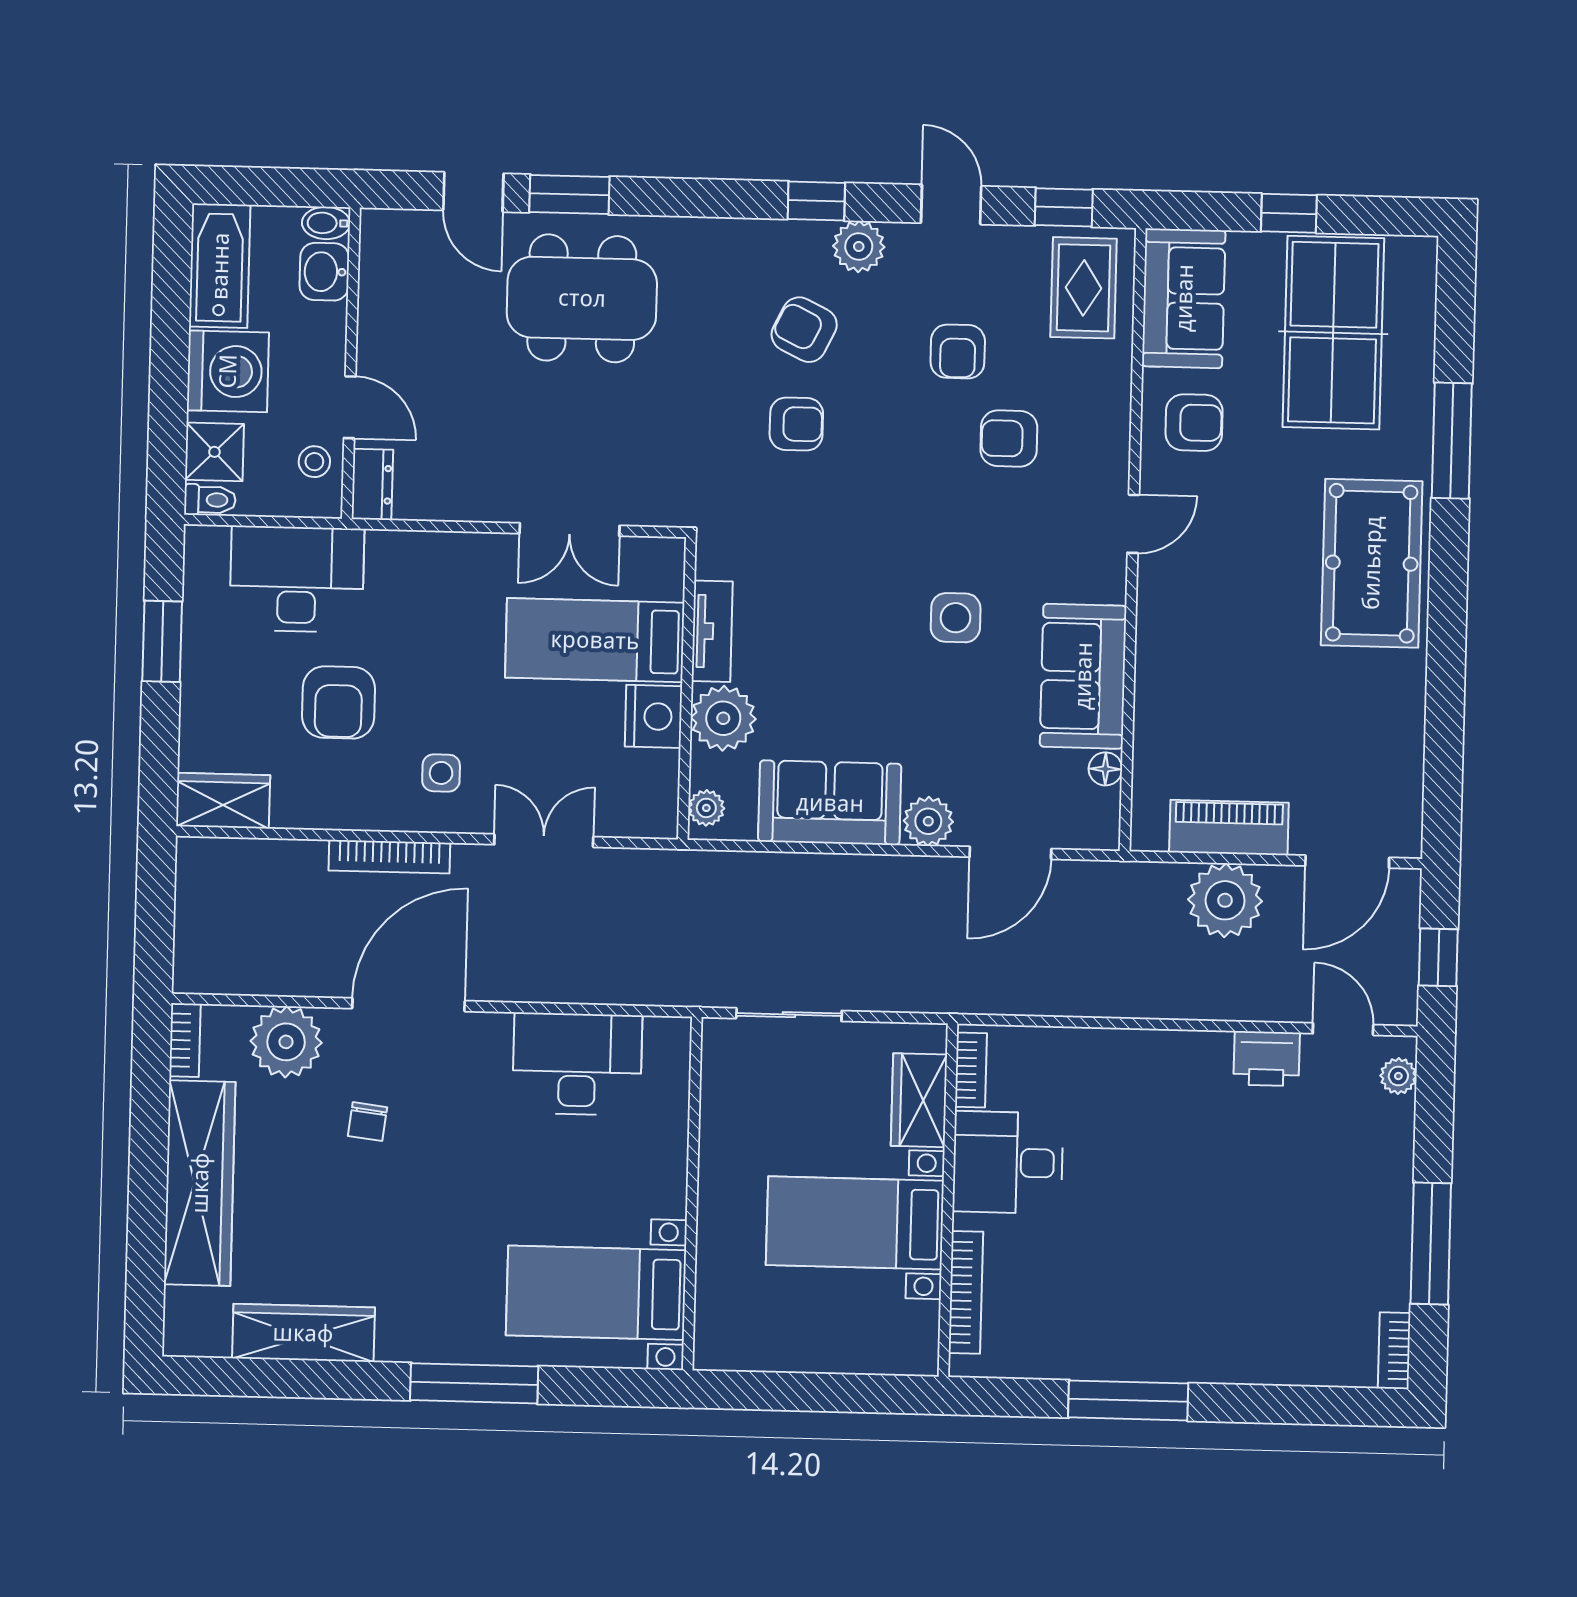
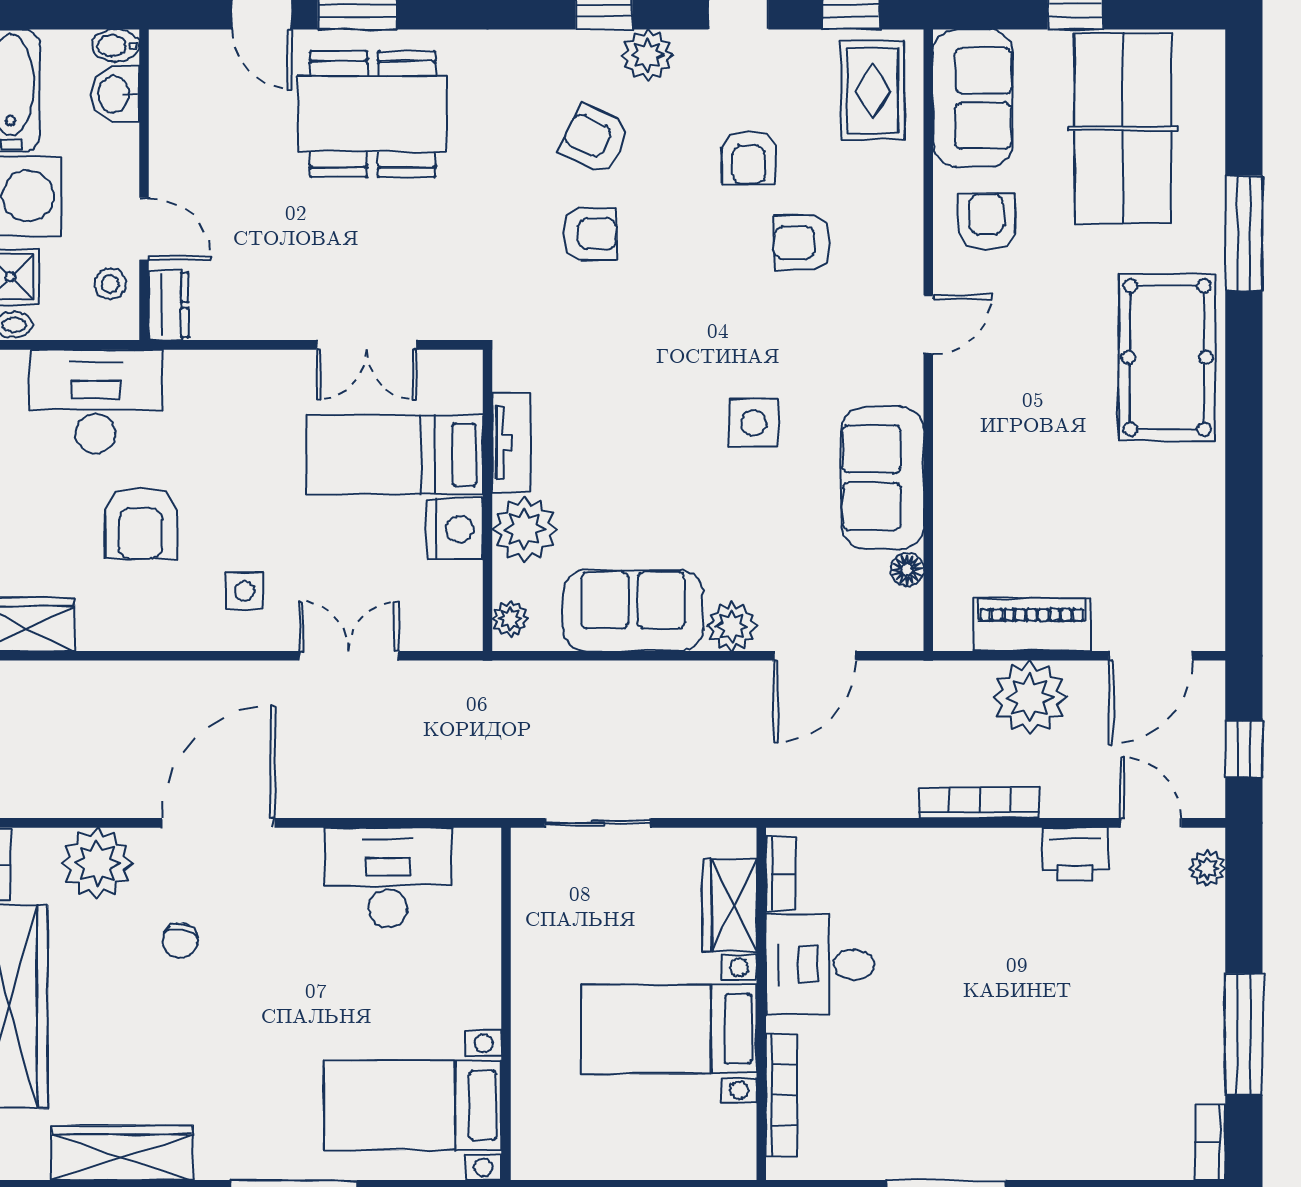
armchair: (1194, 423) -> (986, 222), turned -90
bookcase: (389, 857) -> (979, 803), moved, turned 180

